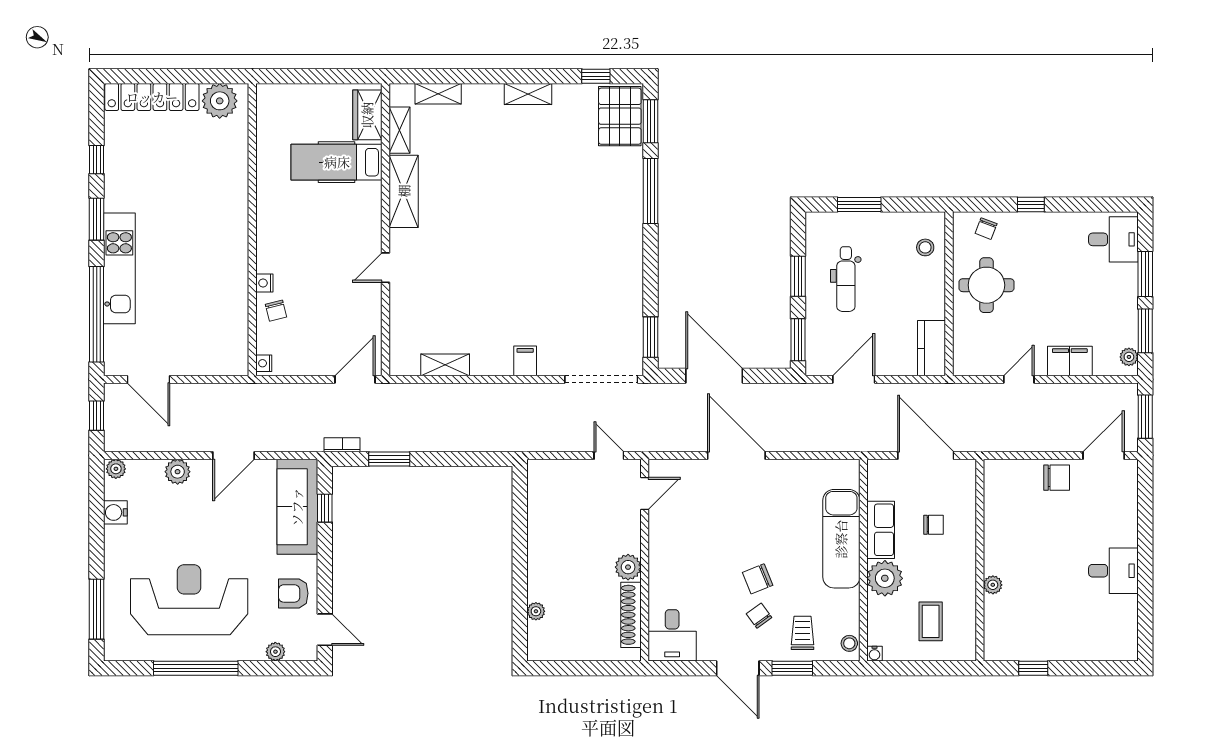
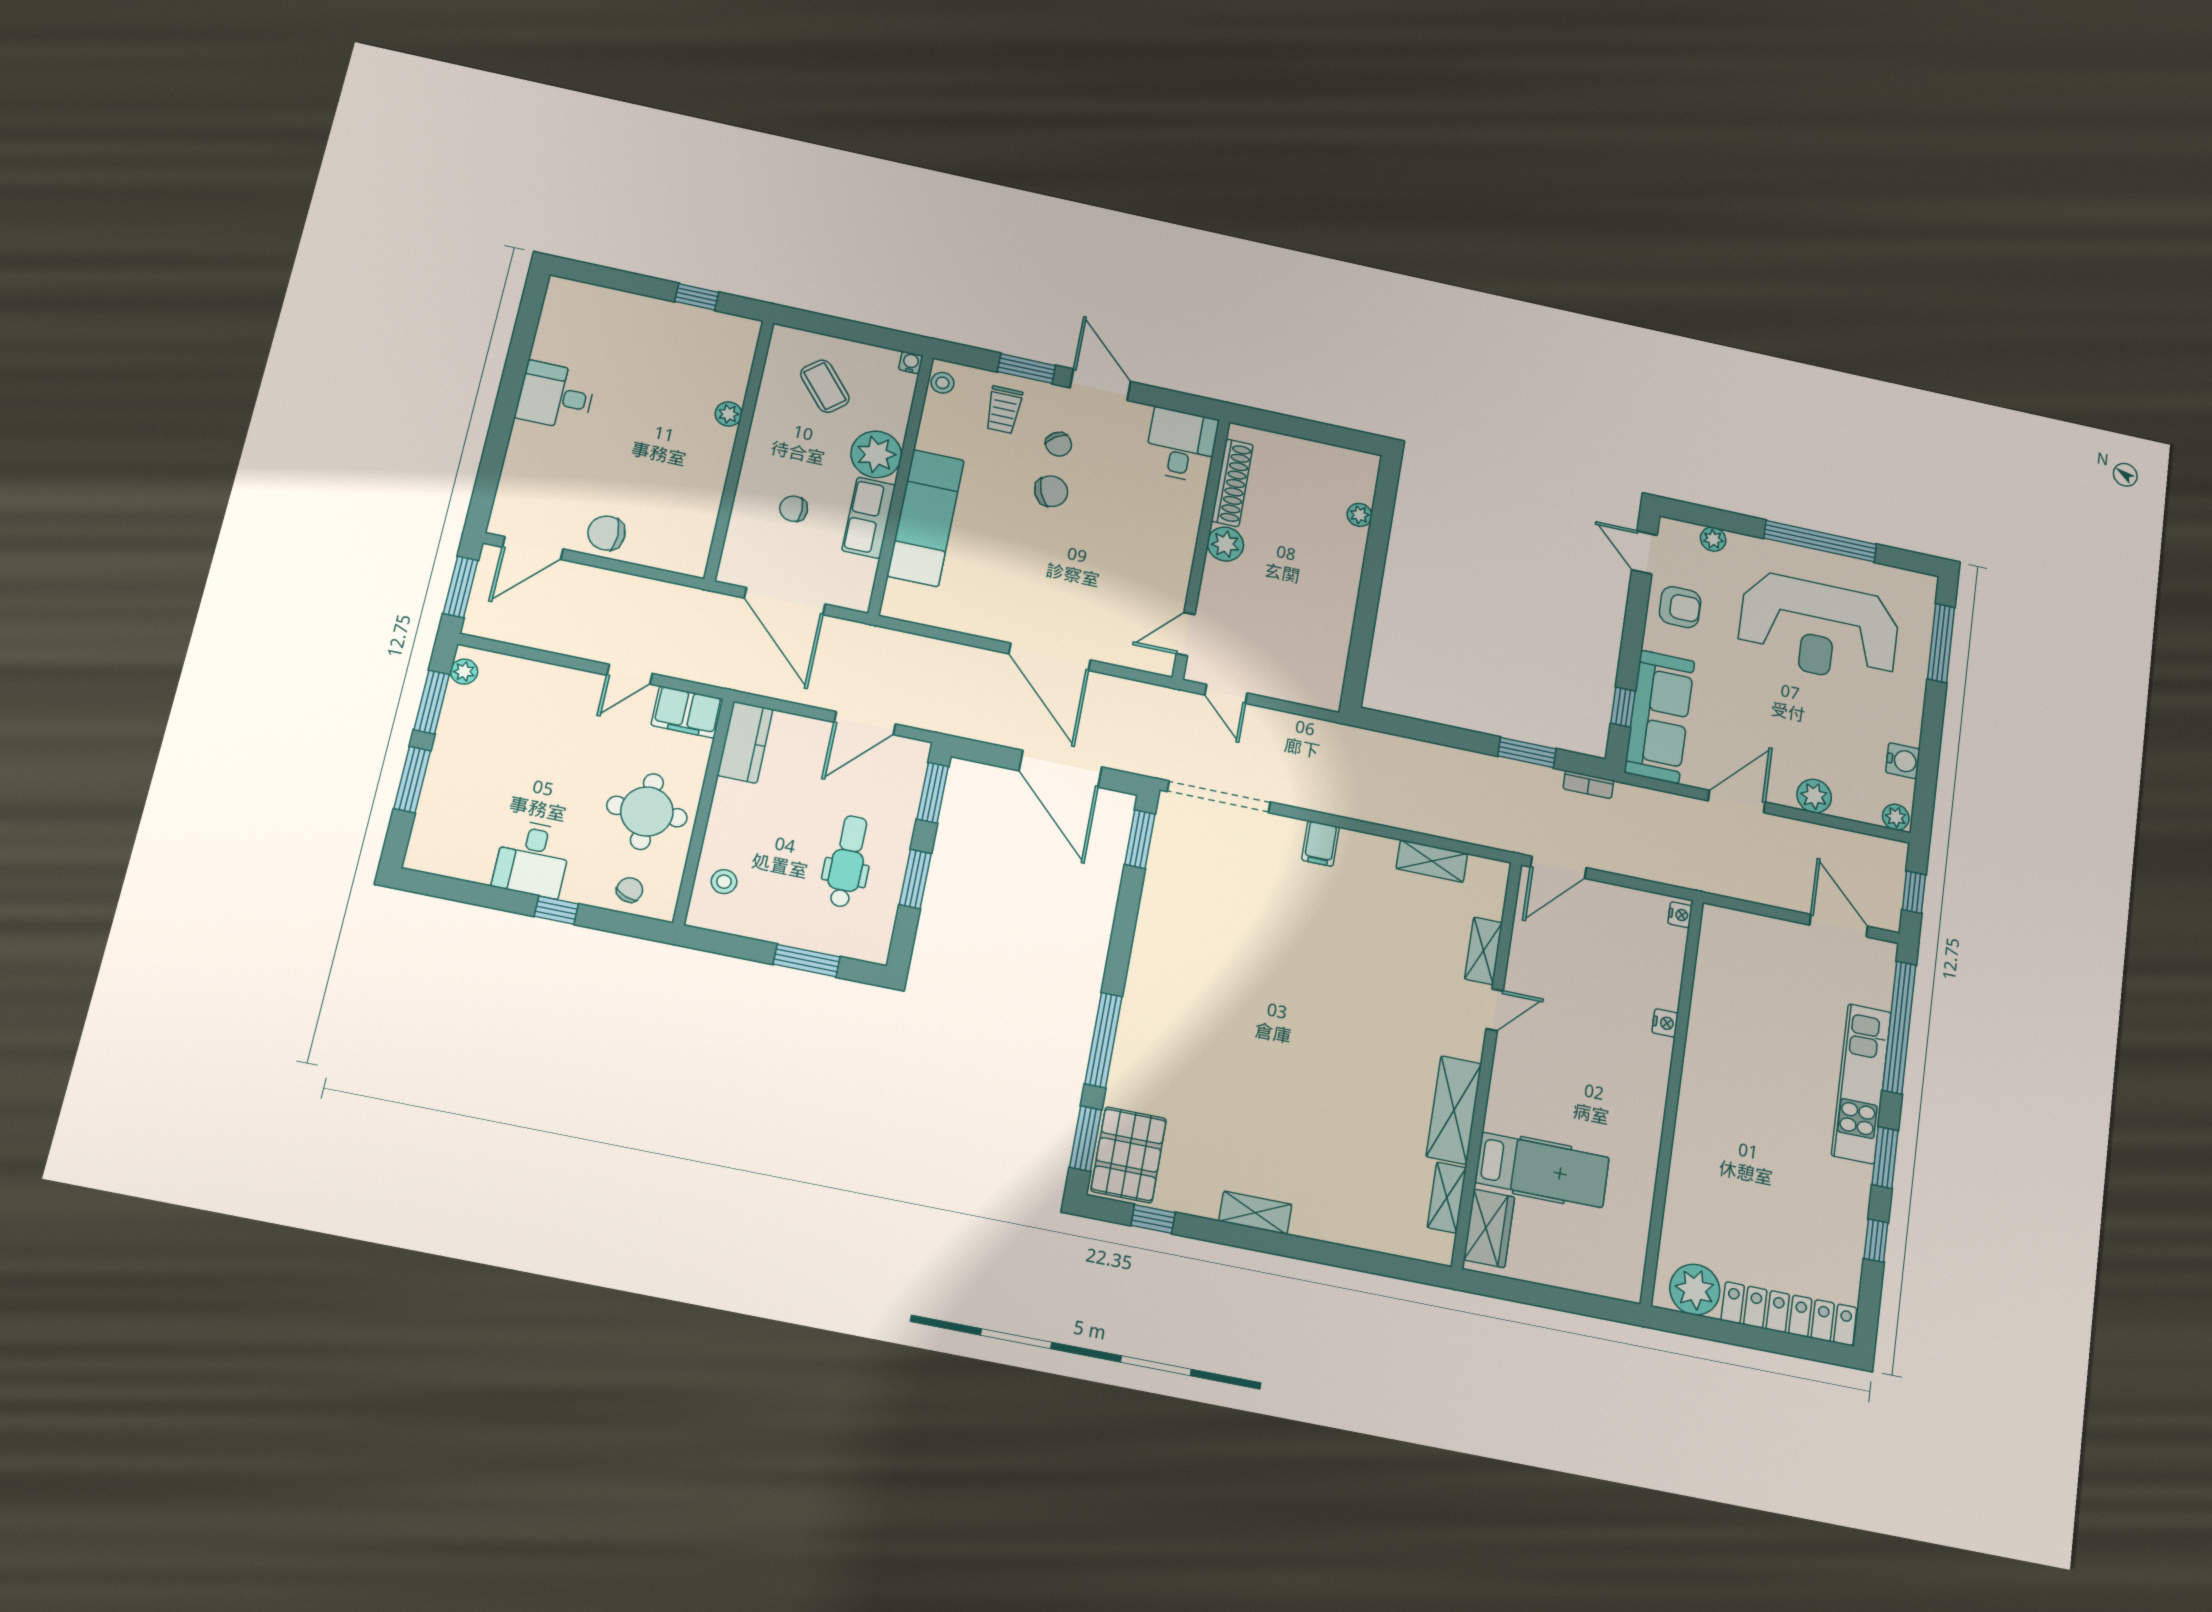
shelving: (438, 94) -> (1483, 951), moved, turned 90
desk: (1113, 239) -> (532, 859), moved, turned -90
chair: (276, 311) -> (1654, 982), removed
filing cabinet: (1070, 361) -> (687, 712), moved
coffee table: (931, 621) -> (825, 386), turned -40

